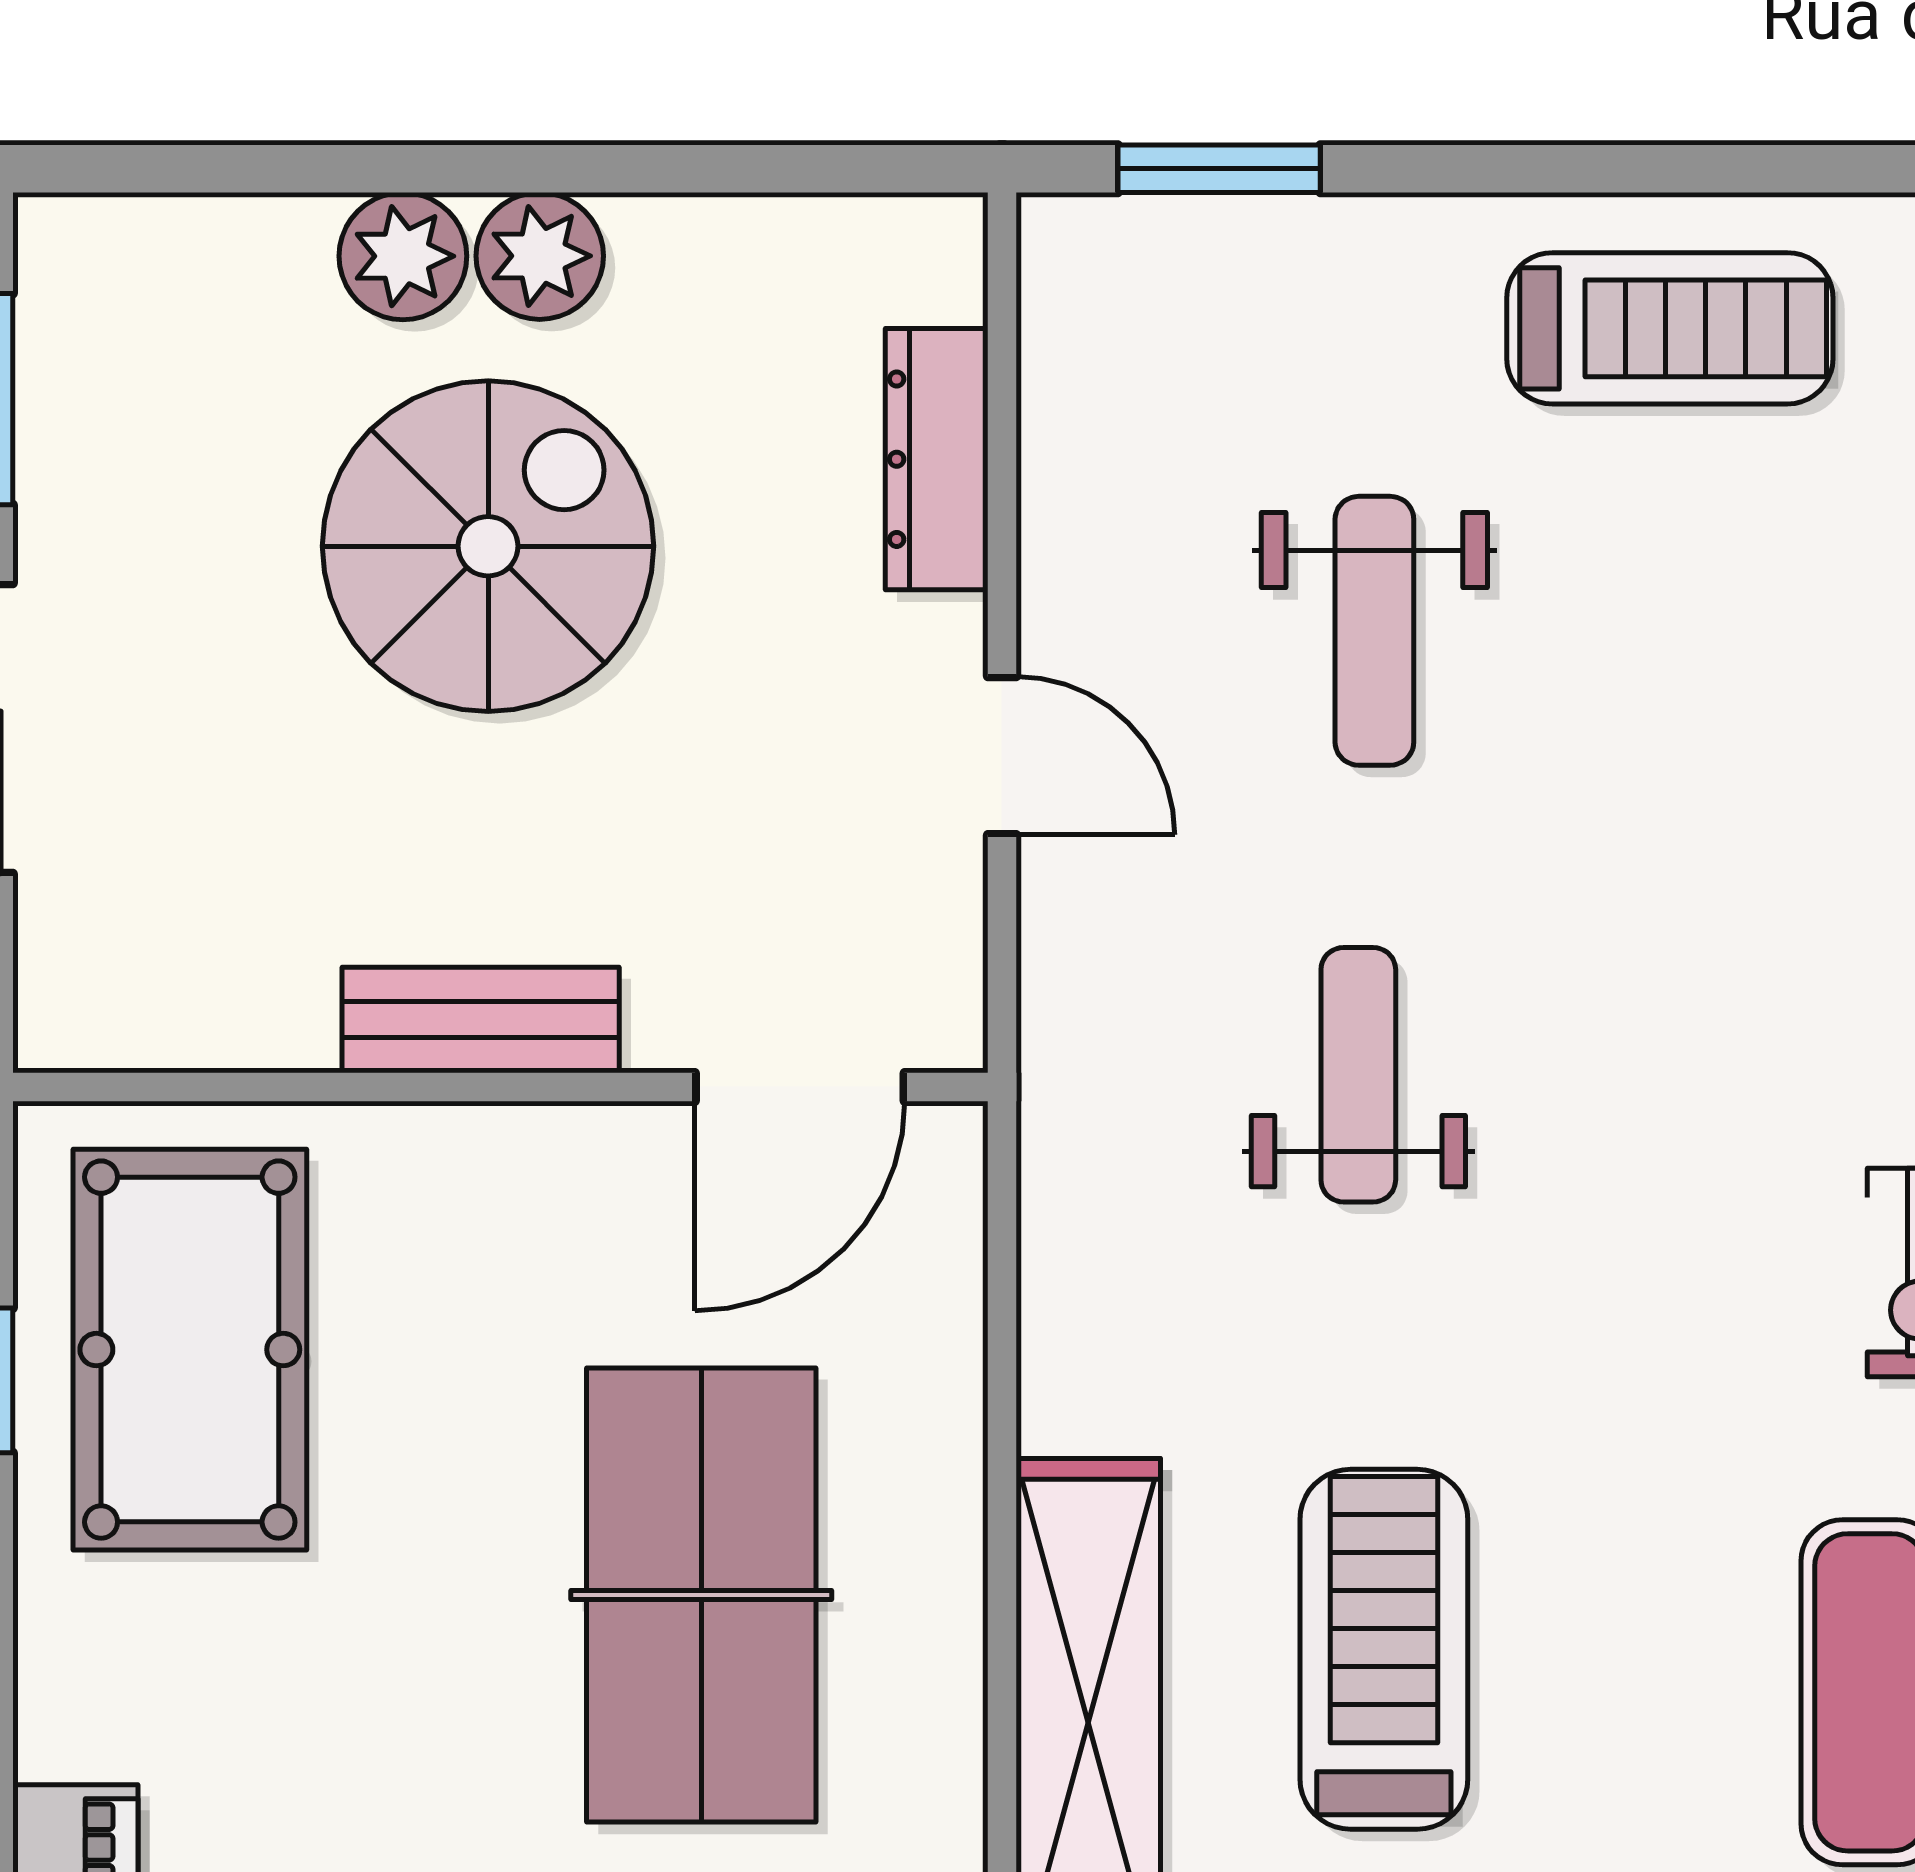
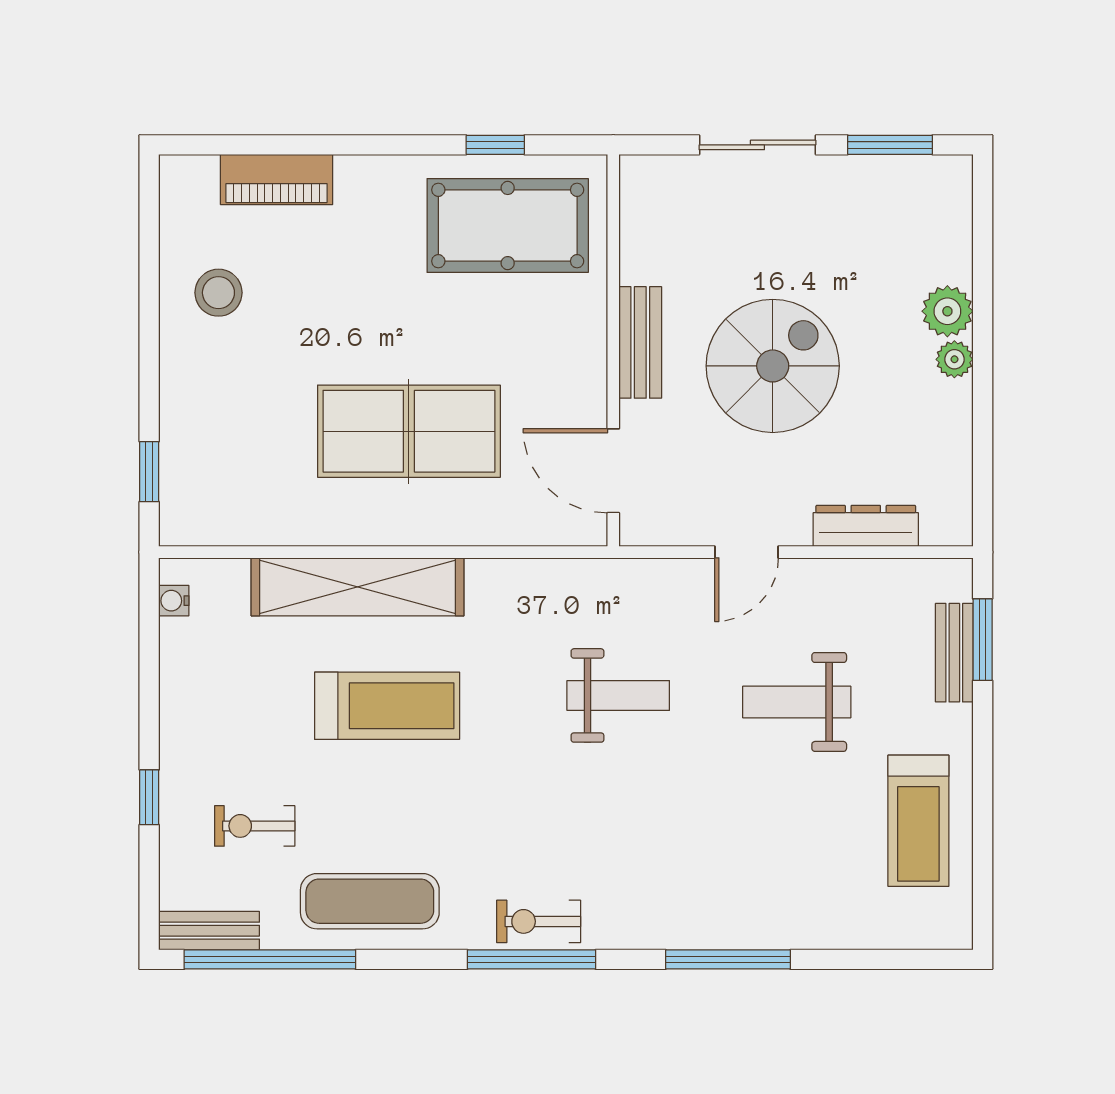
bench: (1252, 239) -> (954, 653), added
plant: (540, 256) -> (954, 359), width x0.73, depth x0.73
spiral stairs: (488, 546) -> (773, 366), moved, turned -90

